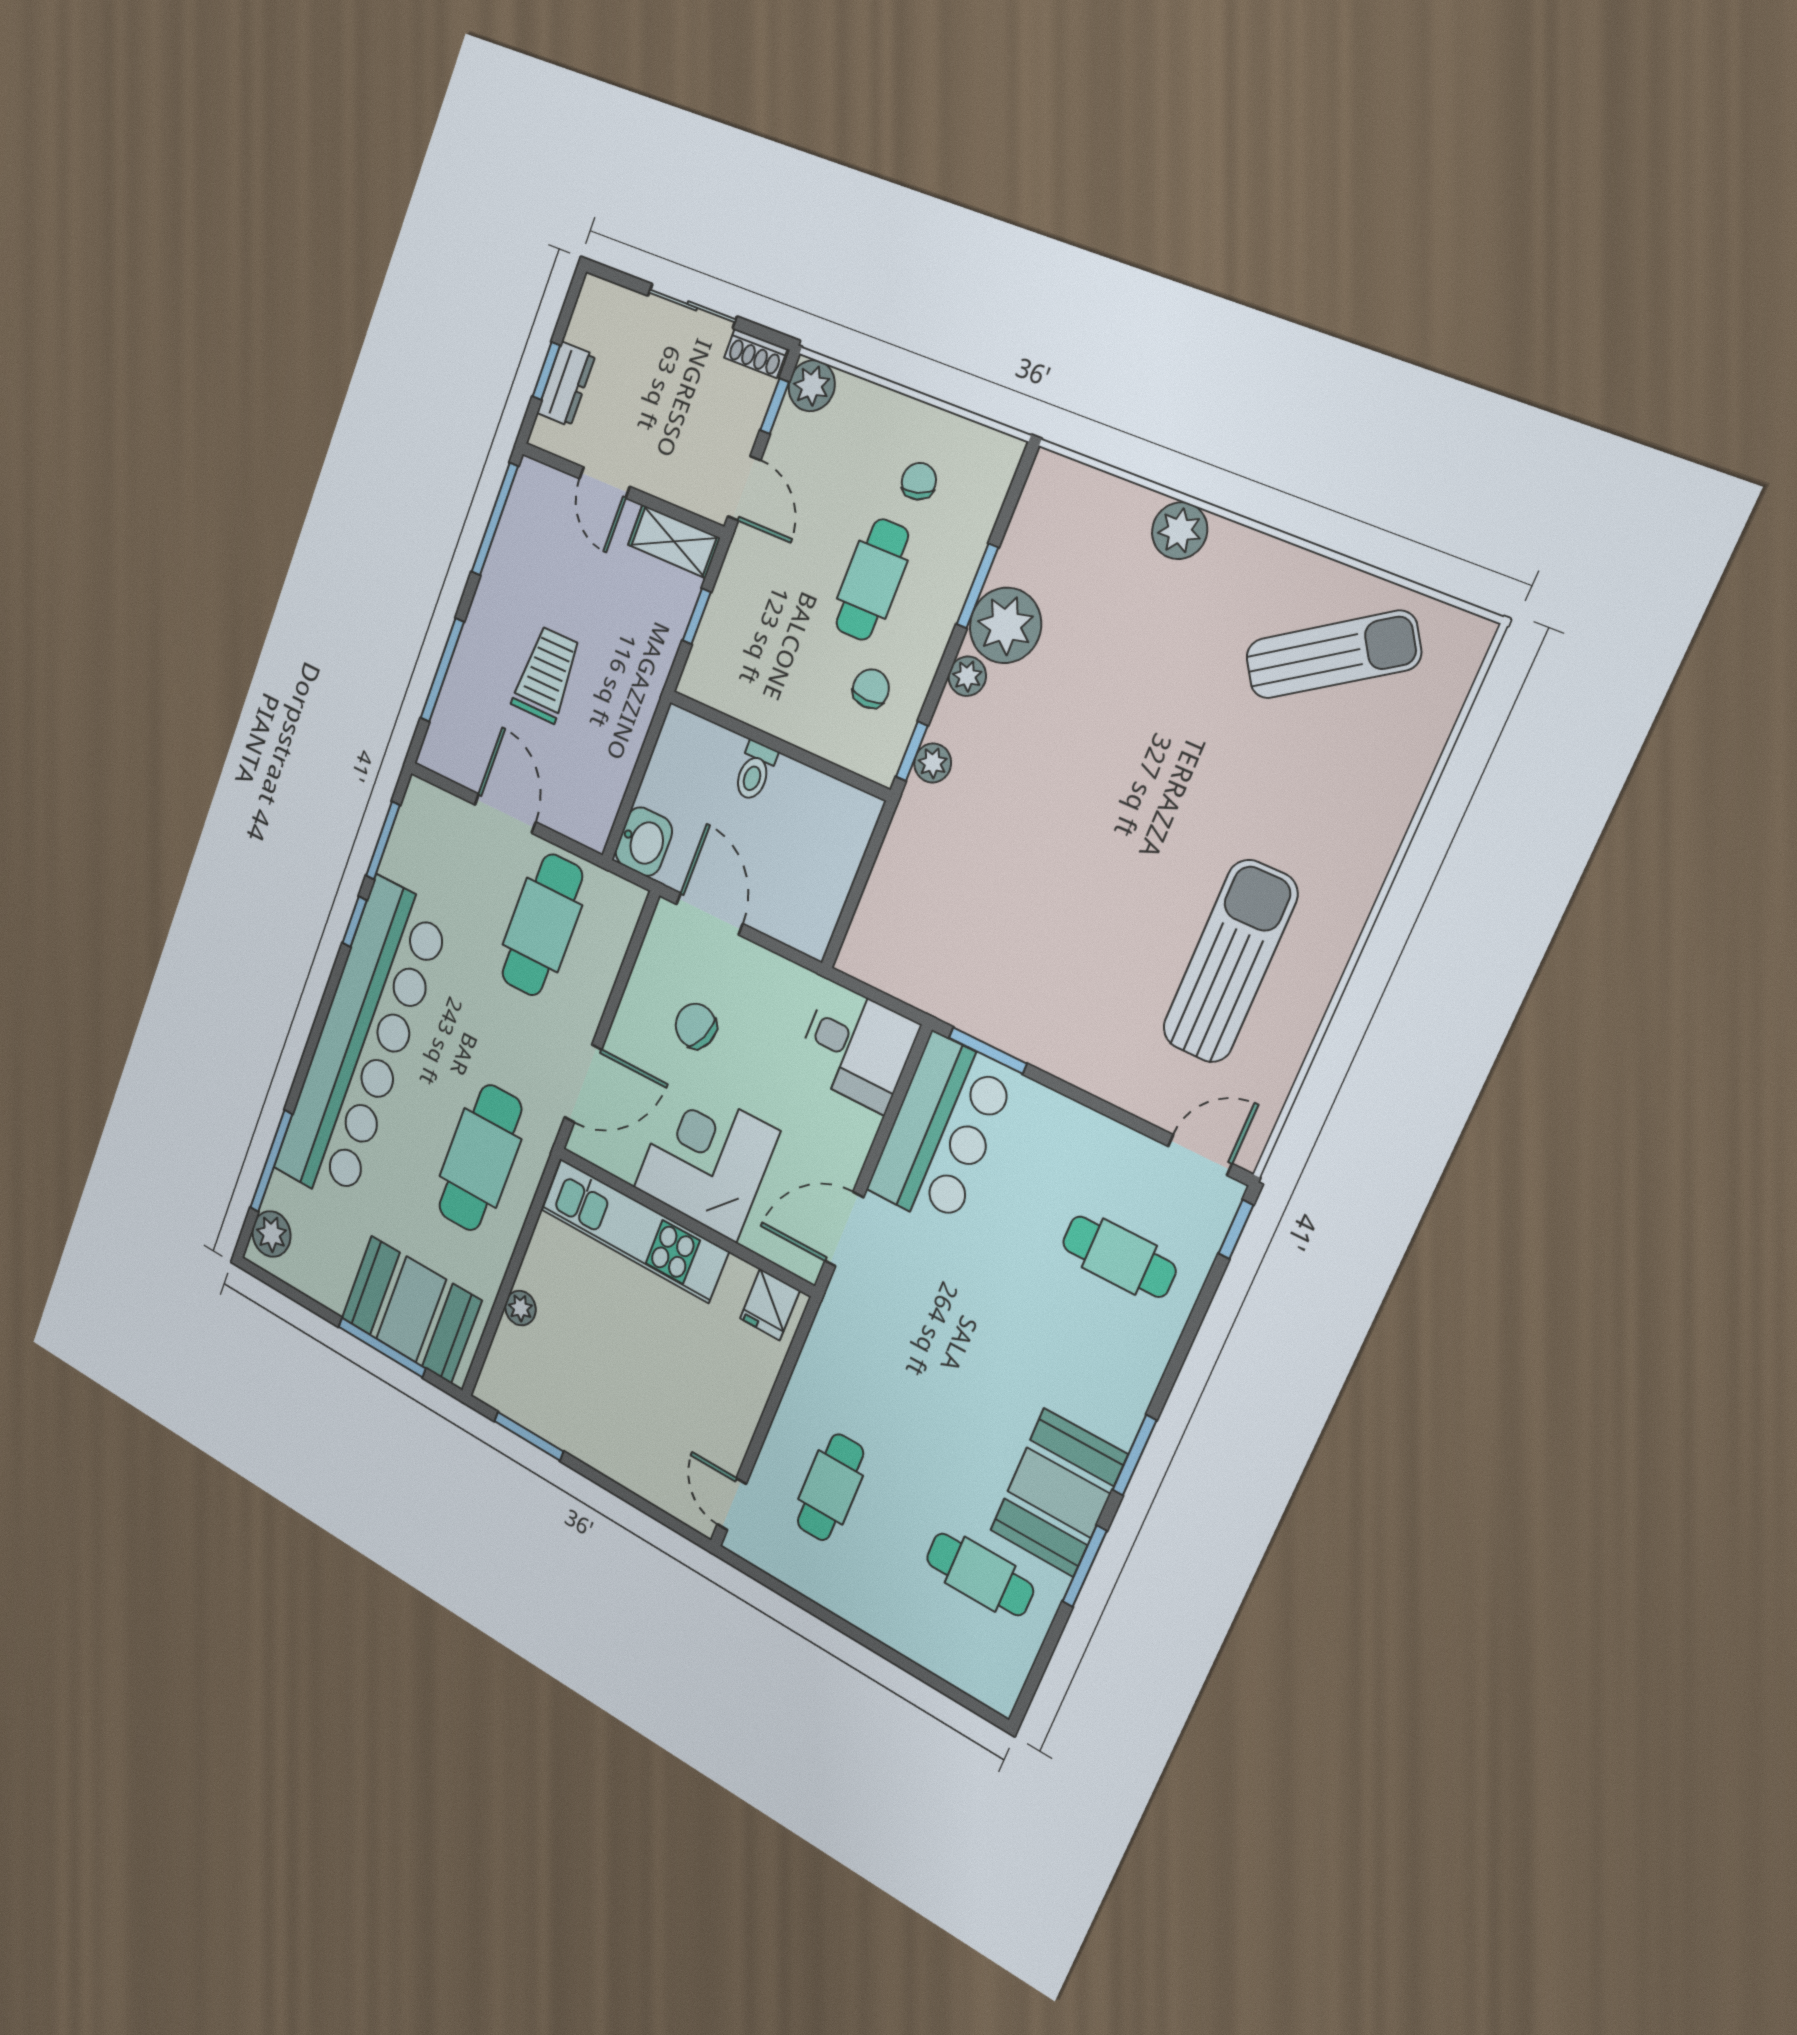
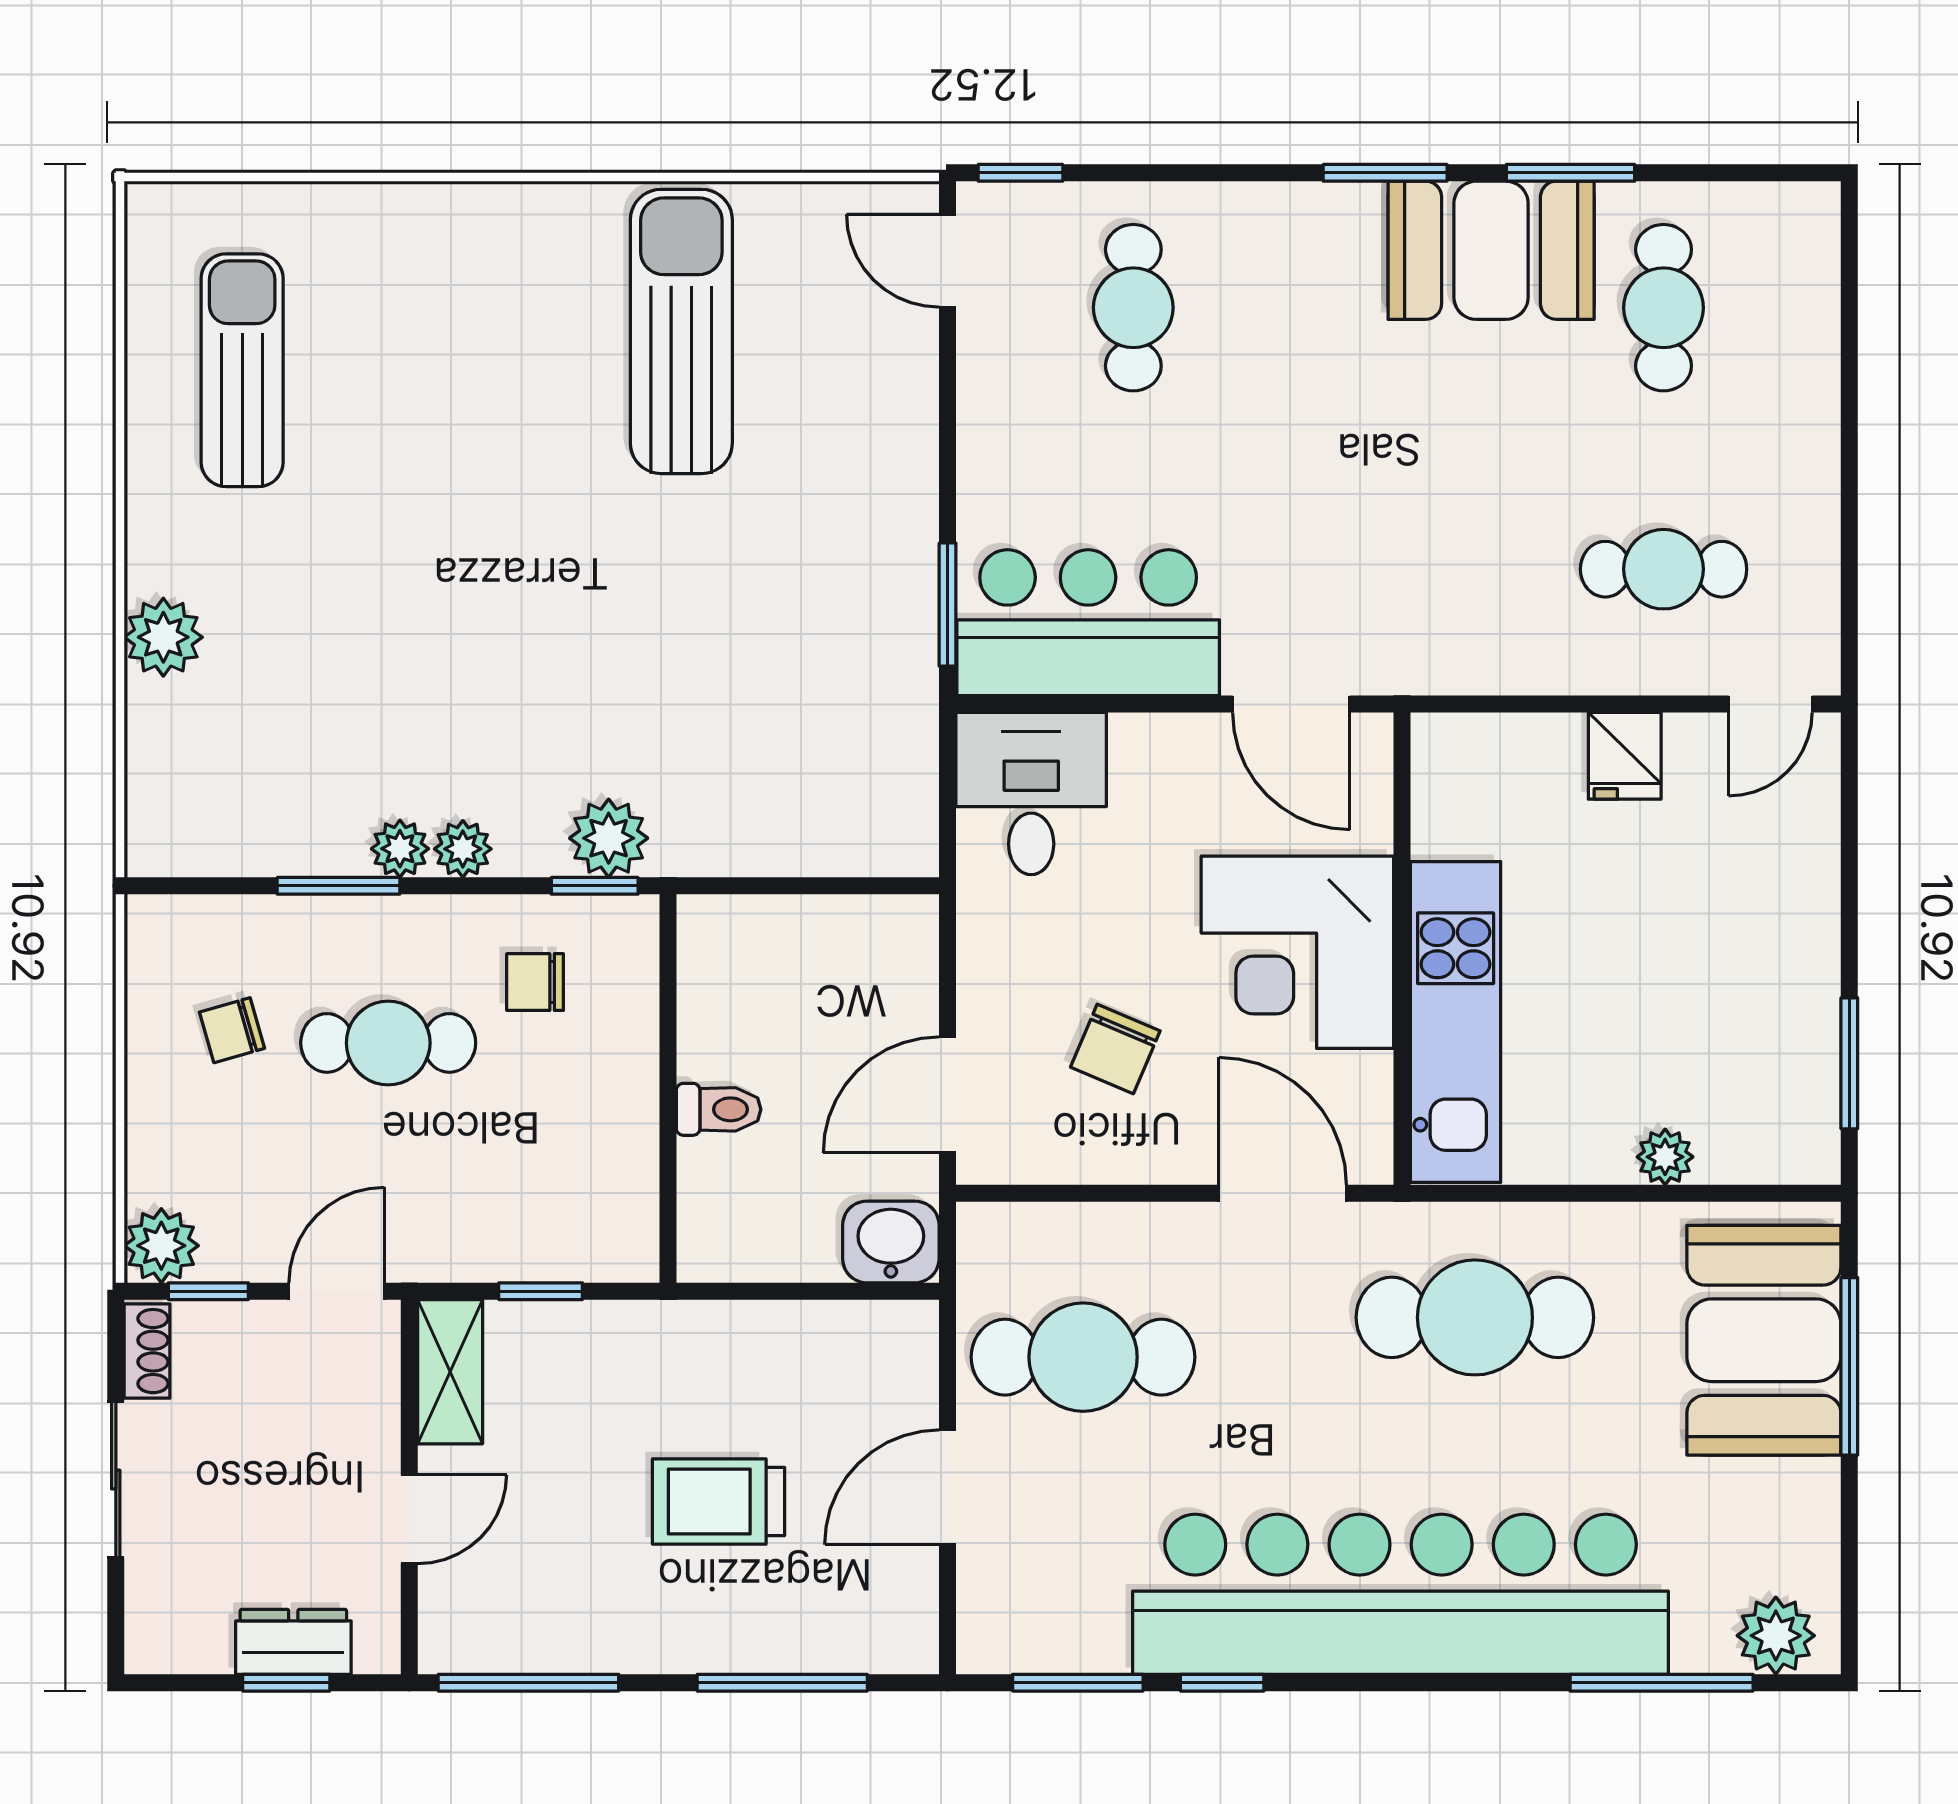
plant: (1005, 625) -> (400, 849), width x0.53, depth x0.53
sun lounger: (1333, 655) -> (242, 370), turned 33
plant: (933, 763) -> (609, 838), width x1.38, depth x1.38
sun lounger: (1230, 961) -> (681, 331), turned 90
fridge: (770, 1304) -> (1625, 756), moved, turned 90

